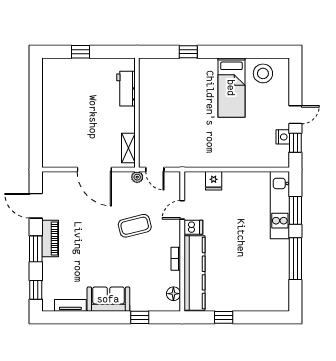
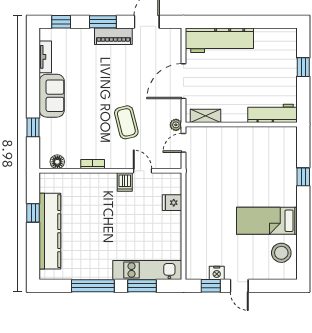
workbench: (126, 89) -> (273, 113), width x1.38
workbench: (54, 134) -> (219, 40), added
kitchen counter: (195, 273) -> (50, 231), moved, turned -90

